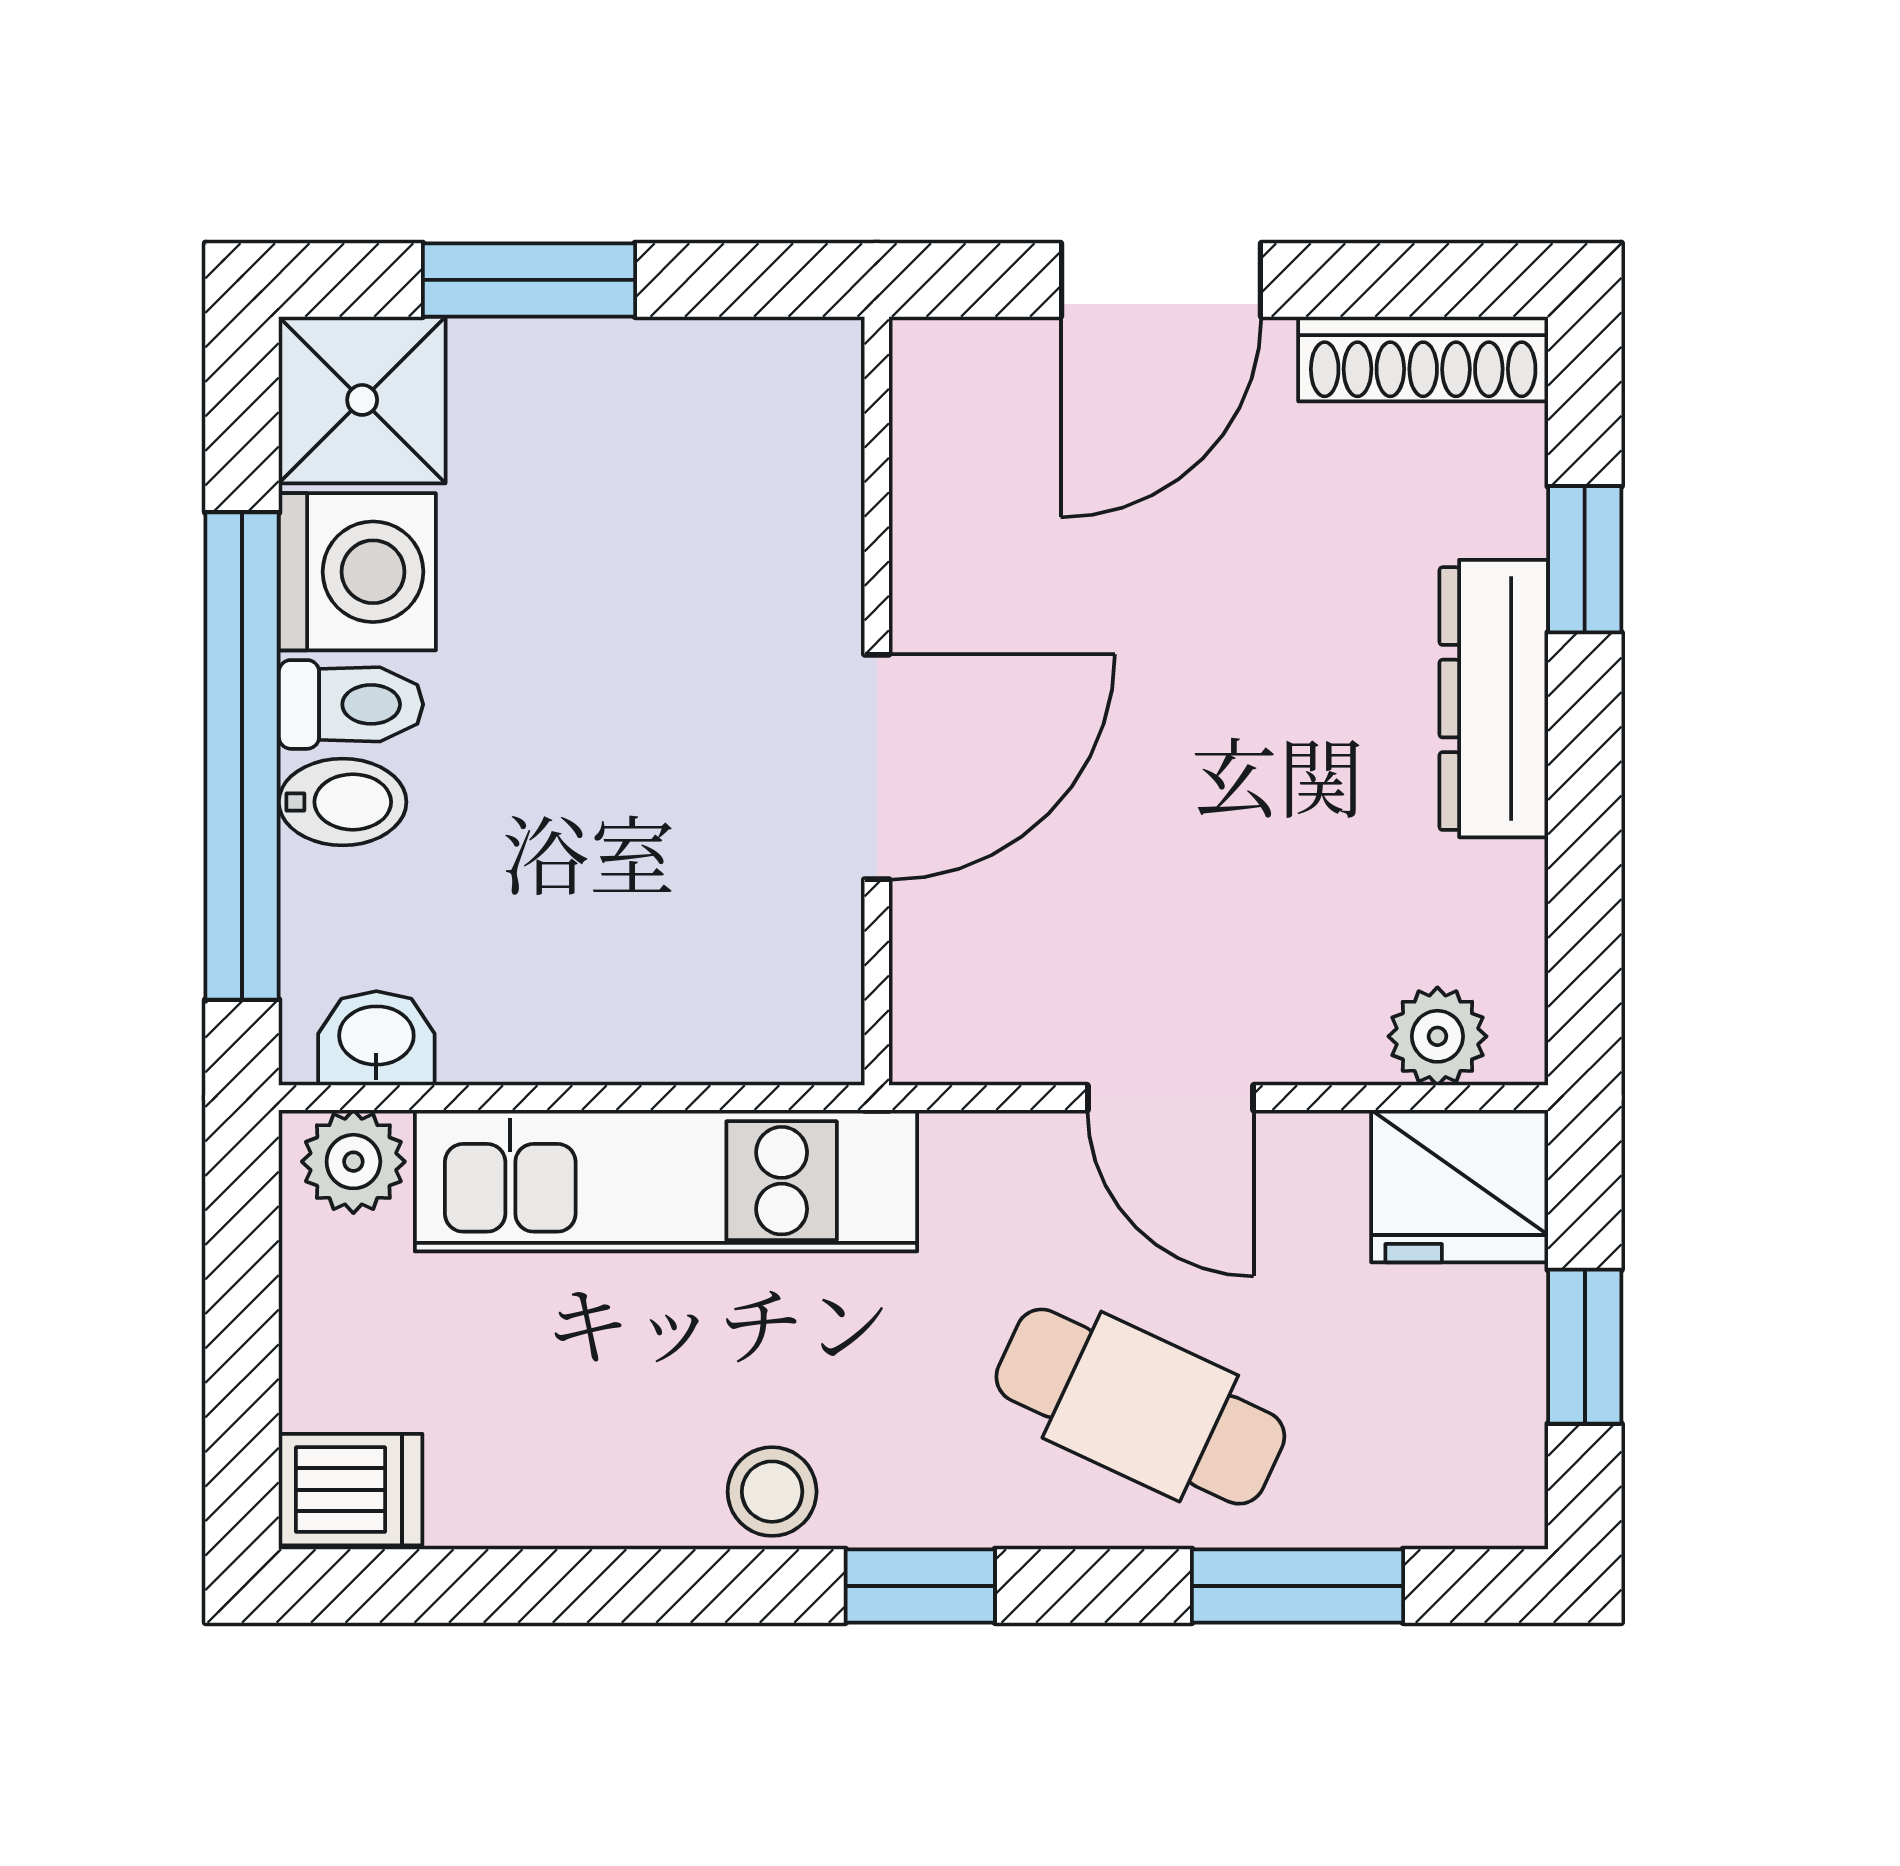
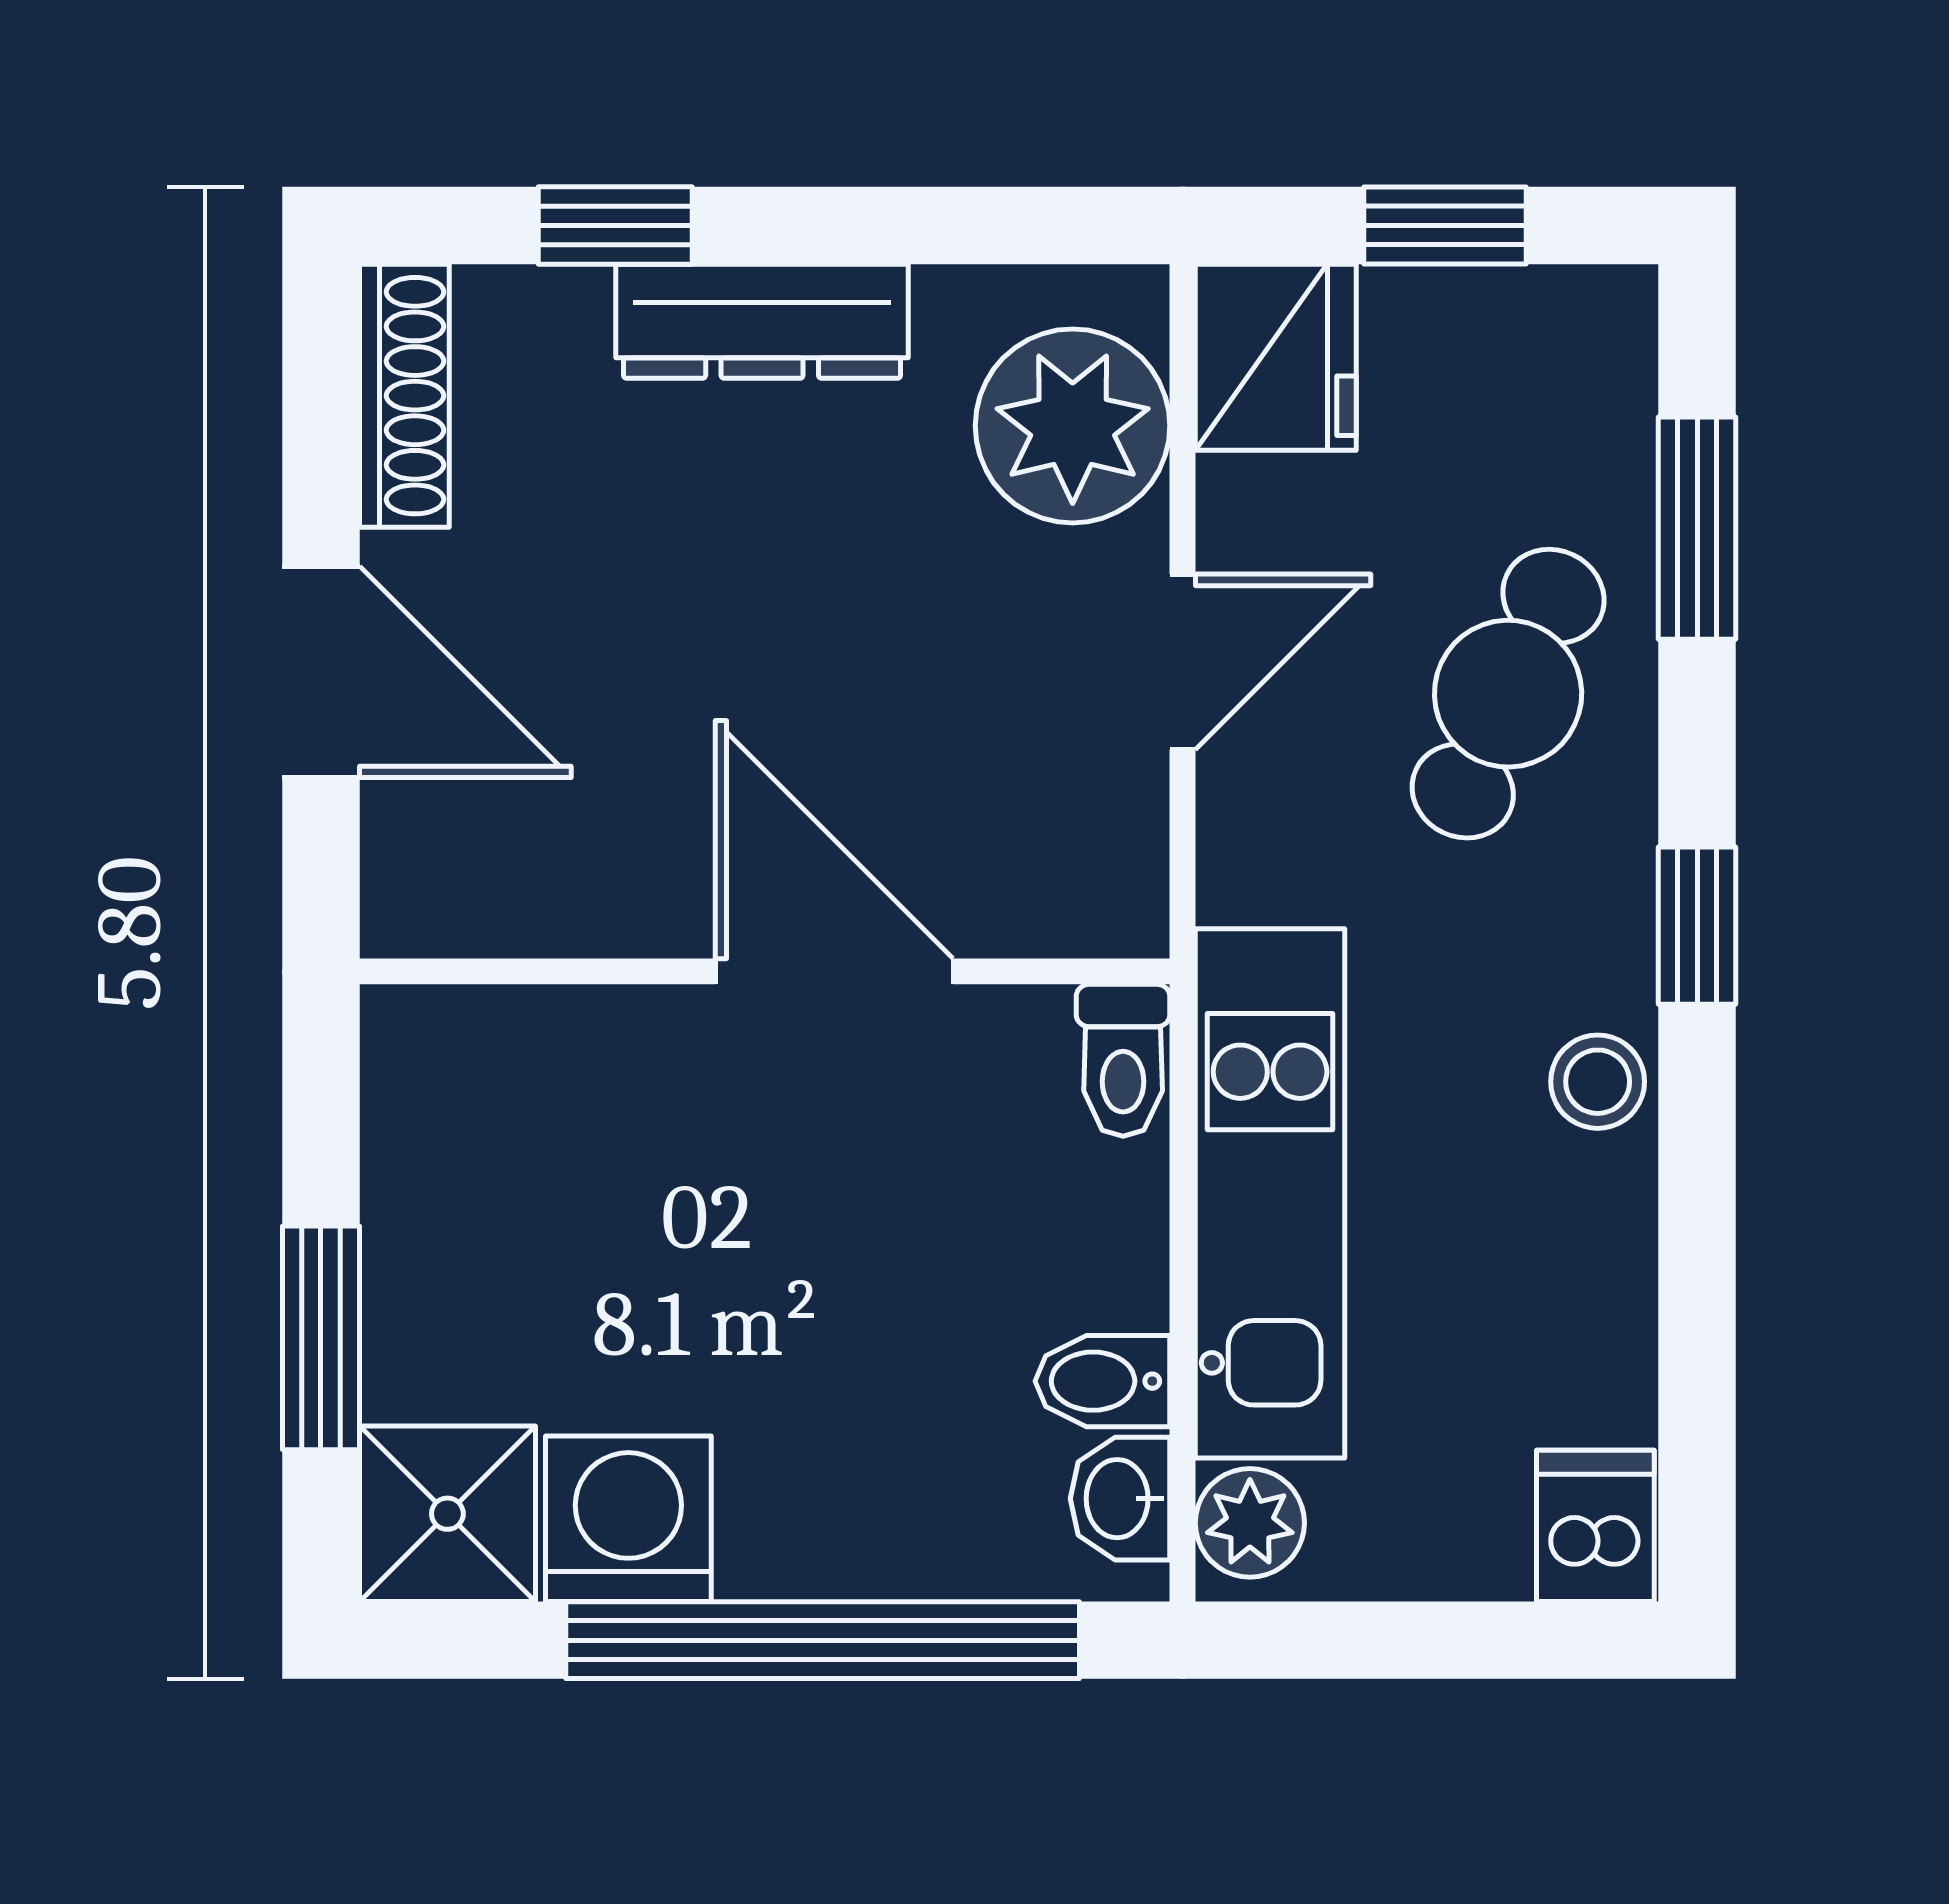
toilet: (351, 704) -> (1123, 1060), moved, turned 180
bidet: (343, 802) -> (1102, 1381), moved, turned -90
plant: (1437, 1036) -> (1073, 426), width x1.87, depth x1.87

